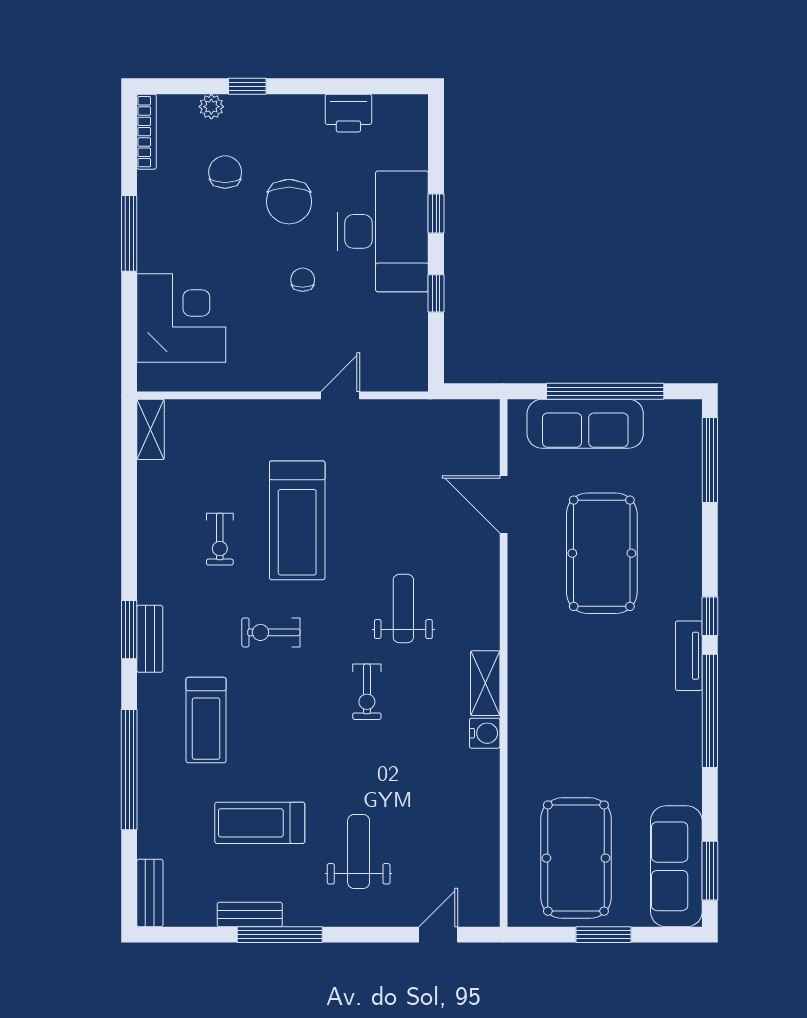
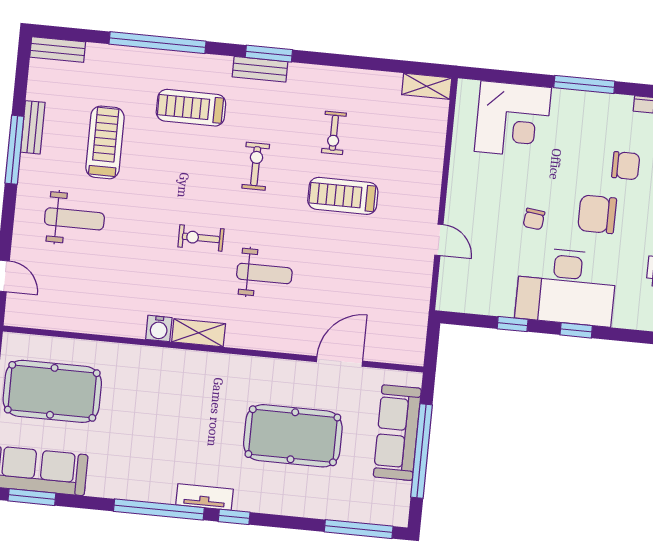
chair: (303, 280) -> (534, 219), turned 97
treadmill: (297, 520) -> (343, 196), width x0.73, depth x0.73
exercise bike: (220, 539) -> (334, 133), turned -90

